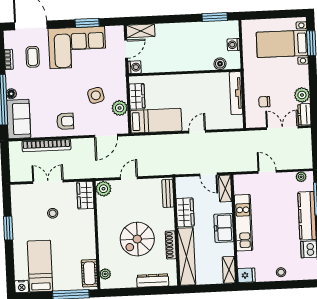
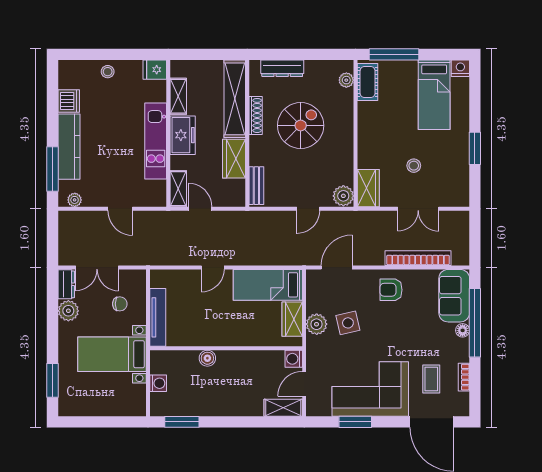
bed with nightstands: (282, 44) -> (112, 354), moved, turned 180
boiler: (220, 64) -> (207, 358), moved
plant: (120, 108) -> (317, 324), moved
shelving: (229, 270) -> (178, 96), moved

